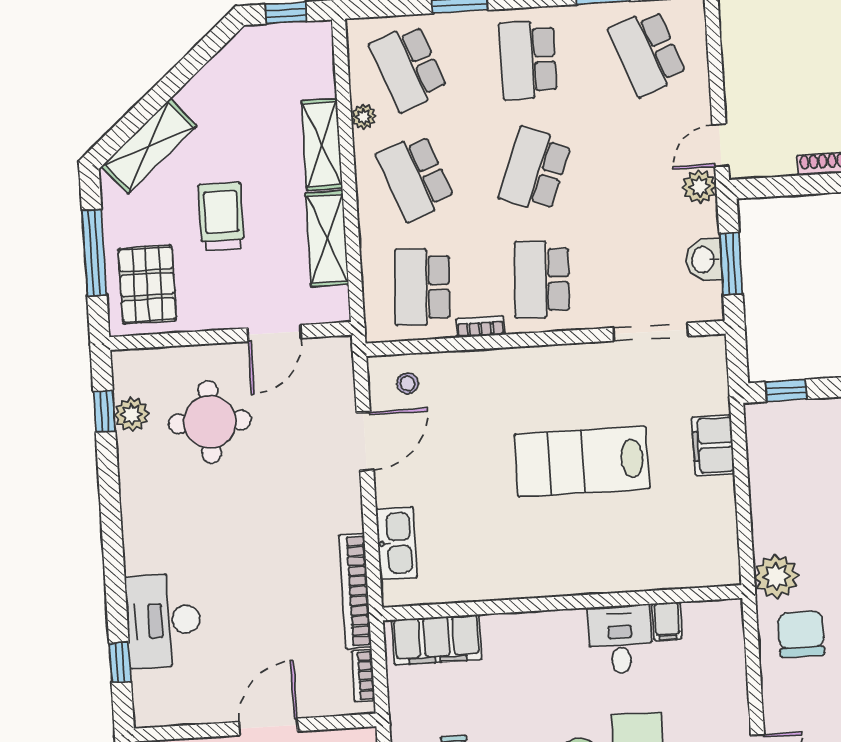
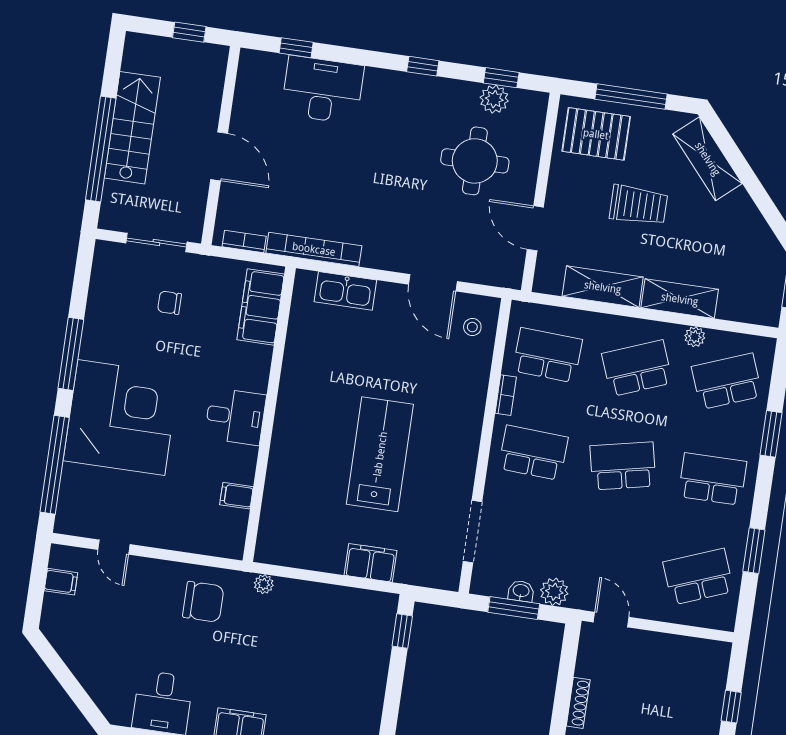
school desk: (535, 170) -> (623, 466), turned -33
plant: (699, 187) -> (554, 592), moved
washbasin: (704, 260) -> (521, 591), width x0.72, depth x0.69
window: (110, 507) -> (423, 66), added
plant: (776, 576) -> (264, 584), width x0.53, depth x0.53
desk: (620, 639) -> (235, 417), moved

